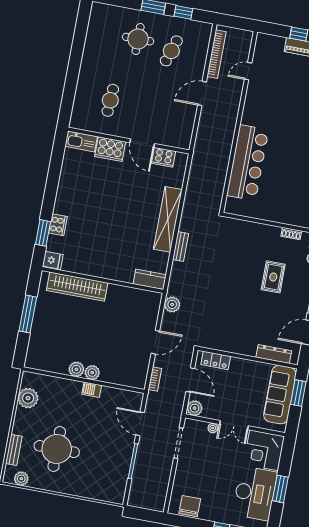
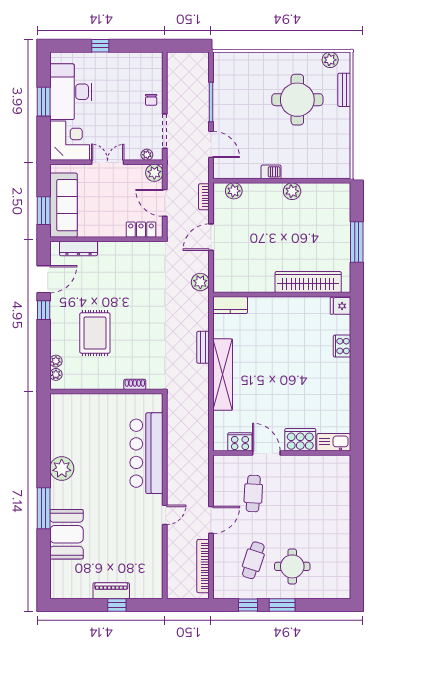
door: (248, 71) -> (165, 515), moved
cafe table: (110, 100) -> (253, 493), moved
window: (43, 233) -> (357, 334), removed
shoe rack: (291, 234) -> (135, 384), moved
rug: (273, 277) -> (95, 333), width x1.36, depth x1.43
plant: (92, 373) -> (234, 191), moved
plant: (28, 398) -> (339, 150), removed
plant: (213, 428) -> (147, 155), moved
chair: (190, 506) -> (151, 100), moved, width x0.54, depth x0.54

